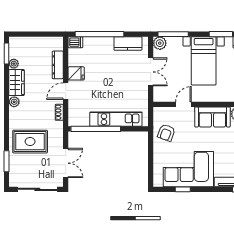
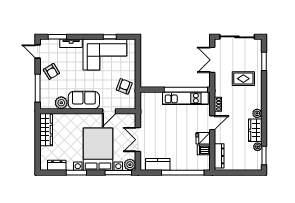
dishwasher: (75, 42) -> (204, 150), moved
bed with nightstands: (204, 61) -> (98, 149), width x1.36
dresser: (58, 65) -> (219, 156), moved
kitchen unit: (116, 119) -> (185, 98), moved
rug: (30, 142) -> (243, 79), width x0.73, depth x0.70

